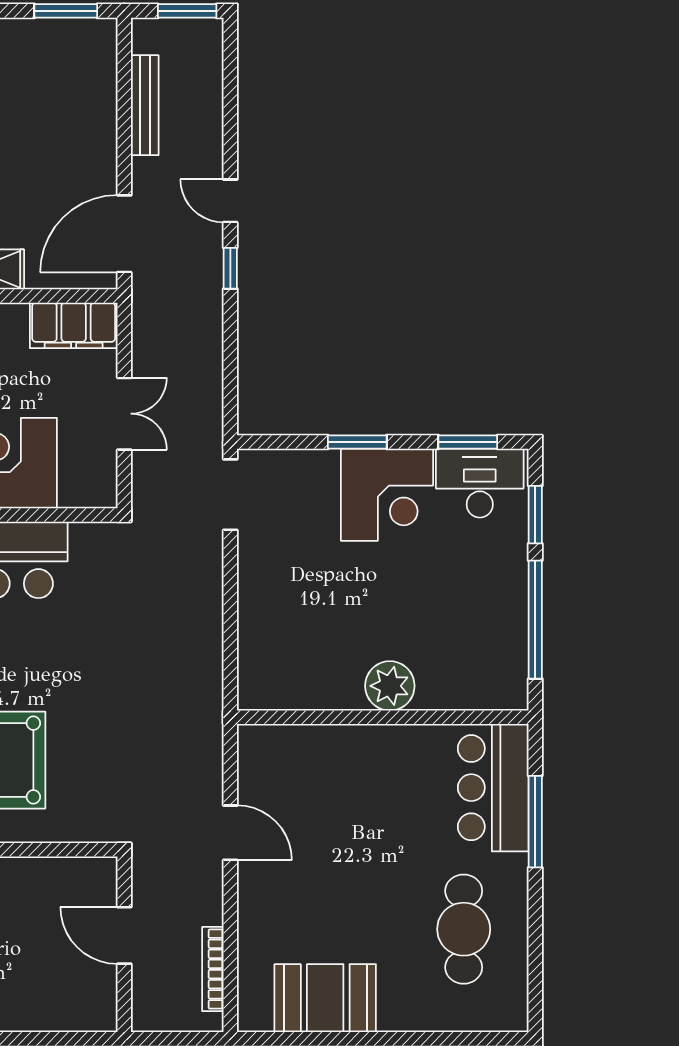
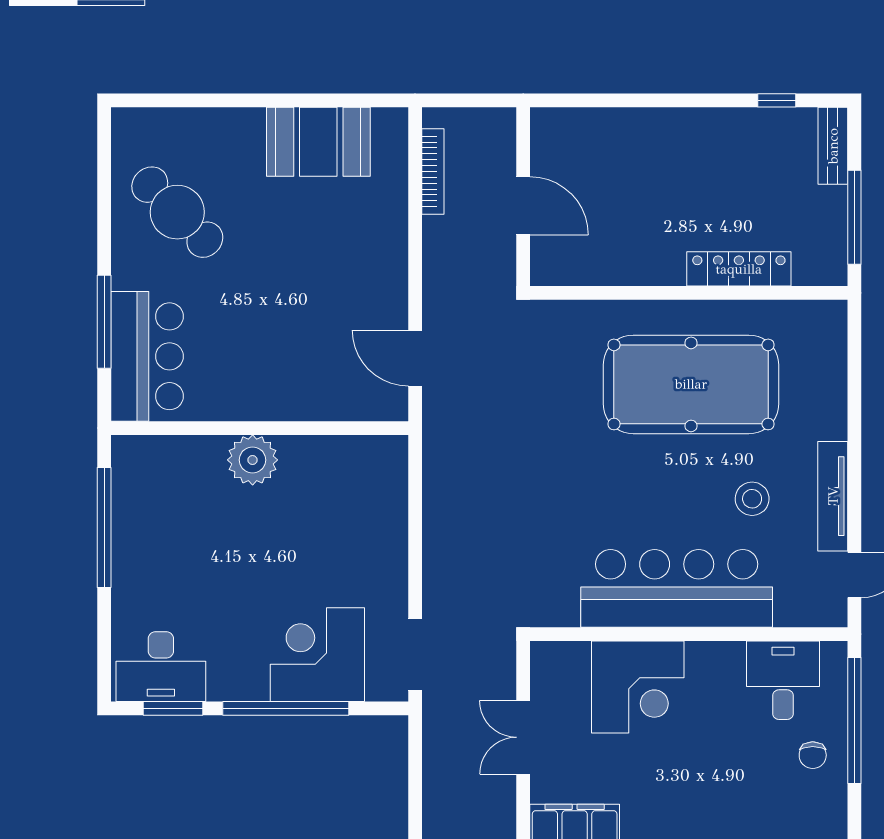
window: (357, 442) -> (286, 708), width x2.11
corner desk: (387, 495) -> (317, 655), moved
window: (535, 515) -> (104, 634), removed
door: (230, 833) -> (415, 358), moved
cafe table: (464, 929) -> (177, 212), turned -45

